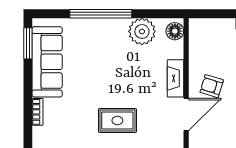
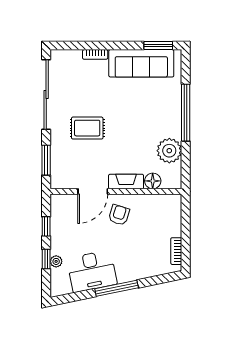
floor lamp: (175, 31) -> (153, 181), moved
door: (186, 114) -> (93, 191), hinge flipped
rug: (117, 120) -> (87, 128), turned 90

